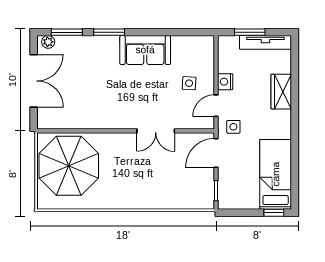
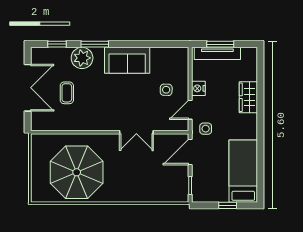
window: (67, 32) -> (57, 44), width x0.67
plant: (48, 42) -> (82, 58), moved, width x1.87, depth x1.87
tv unit: (265, 42) -> (217, 53), moved
coffee table: (78, 87) -> (67, 93), added
parasol: (69, 166) -> (77, 172), moved
window: (274, 213) -> (228, 205), moved

